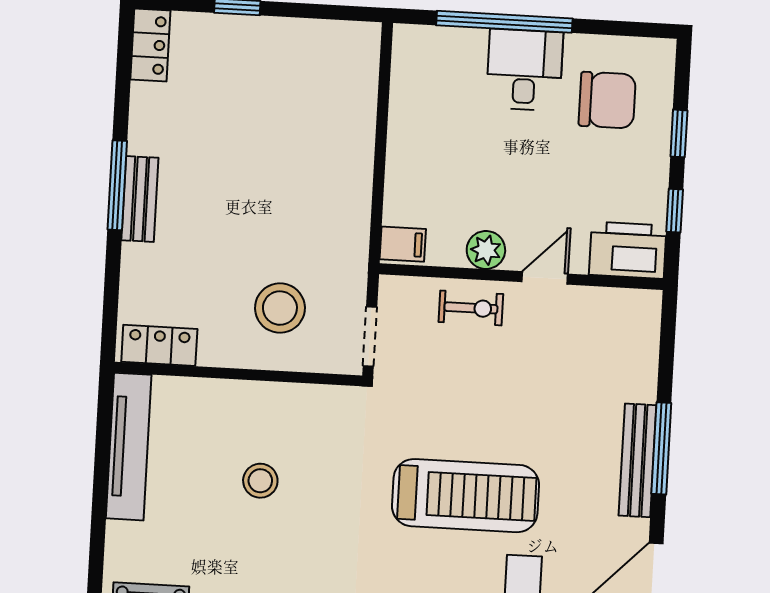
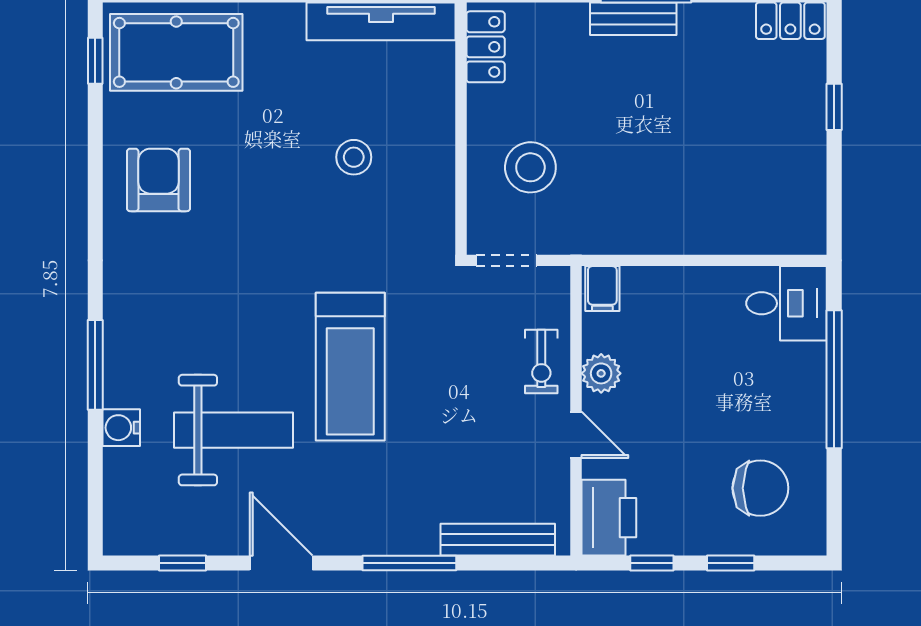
desk: (525, 70) -> (786, 303), moved
chair: (607, 100) -> (760, 488), turned -90
bench: (638, 460) -> (498, 540), moved

